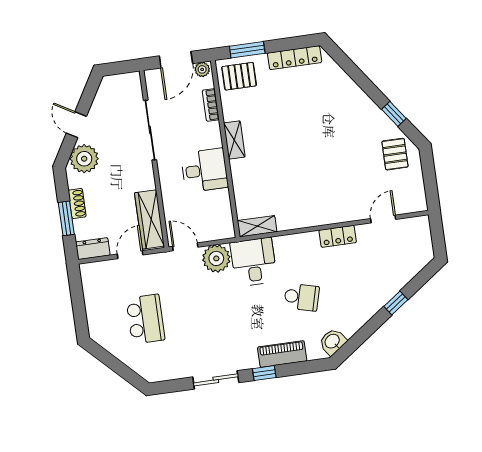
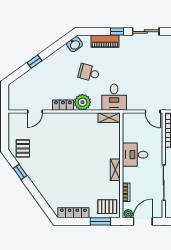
plant: (216, 258) -> (82, 102), moved

